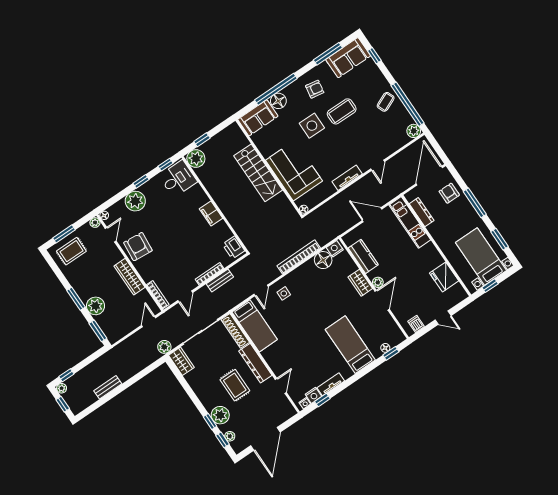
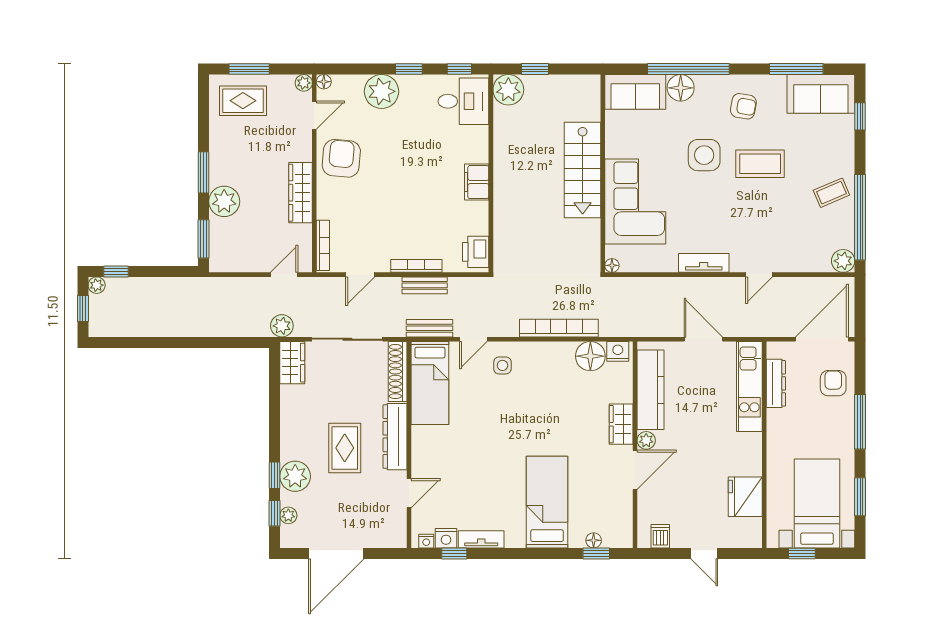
kitchen counter: (363, 256) -> (651, 390), width x1.50
bench: (108, 387) -> (430, 328), moved

